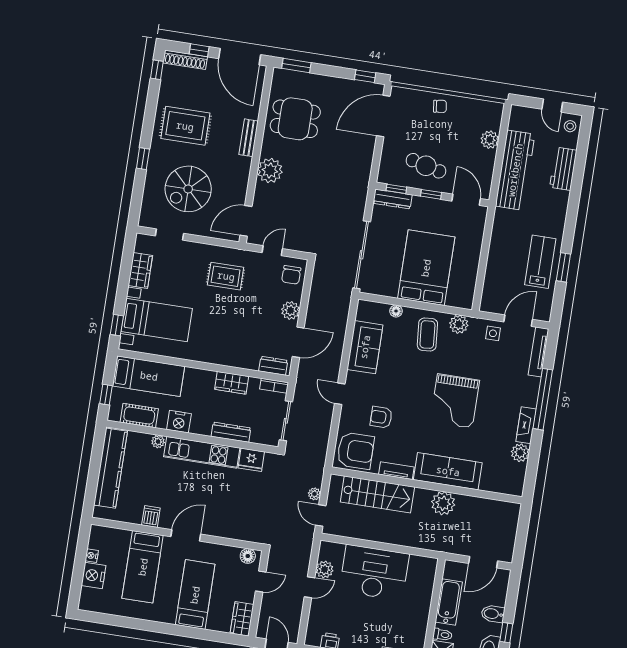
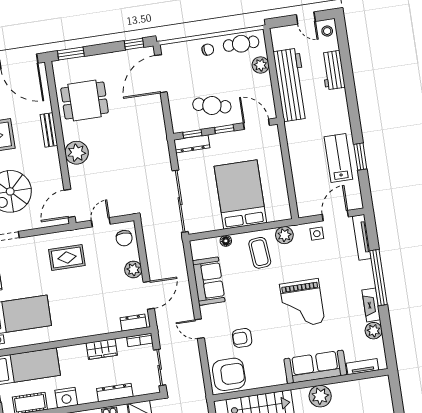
cafe table: (477, 111) -> (241, 44), added
tv unit: (396, 471) -> (362, 367), moved

